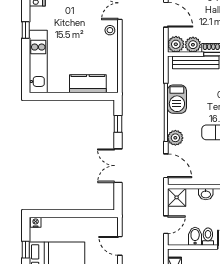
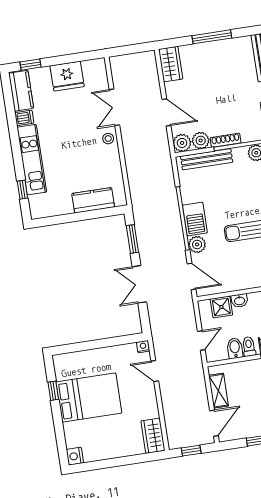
window: (26, 30) -> (22, 190), moved
kitchen unit: (38, 61) -> (32, 160), moved
barbecue: (177, 99) -> (195, 219), moved
window: (118, 124) -> (132, 239), width x1.50
shower: (177, 197) -> (221, 307), moved
nightstand: (36, 222) -> (143, 347), moved

